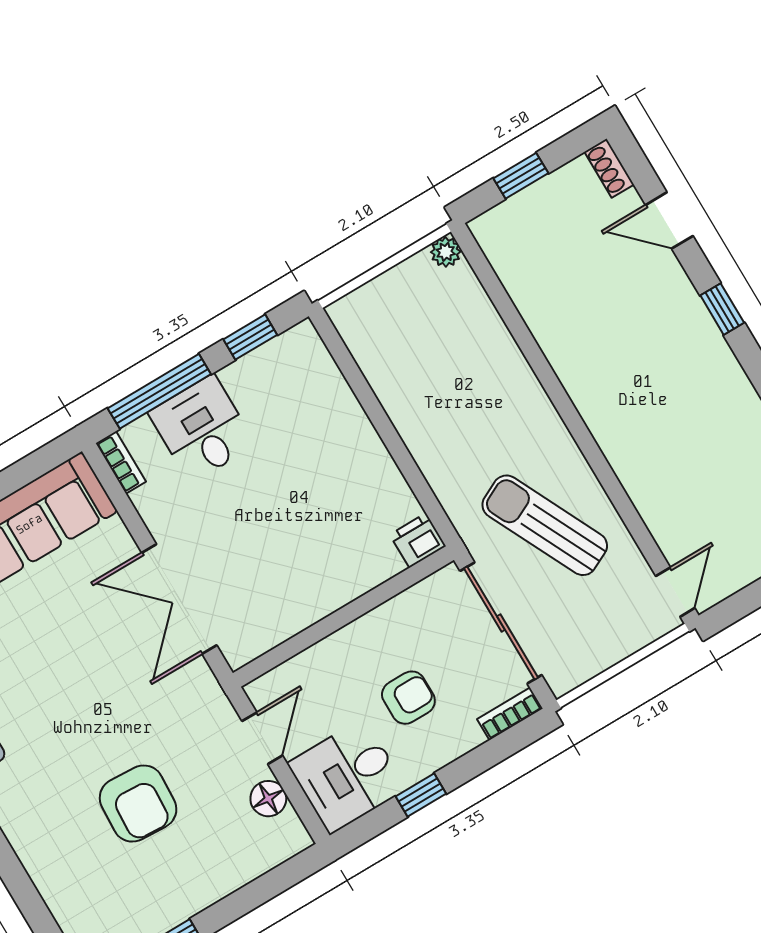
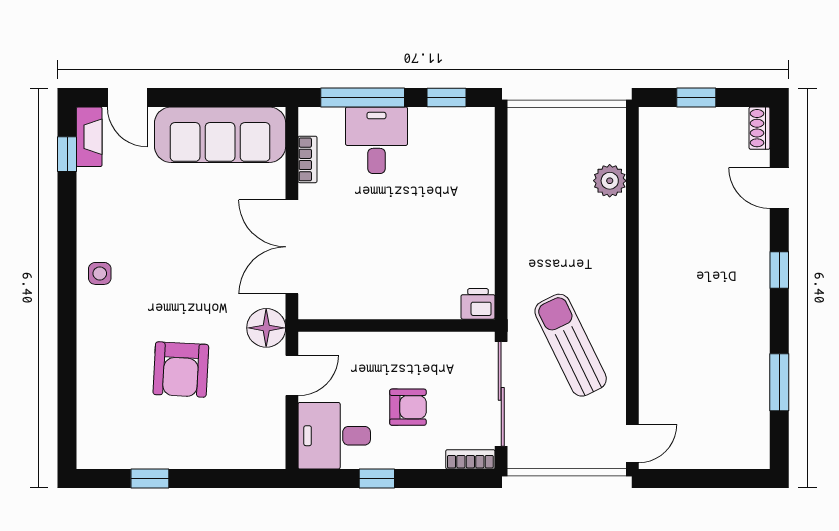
plant: (446, 252) -> (610, 181), moved, width x1.38, depth x1.38
bookcase: (121, 462) -> (308, 159), moved
floor lamp: (268, 799) -> (266, 328), moved, width x1.38, depth x1.38

